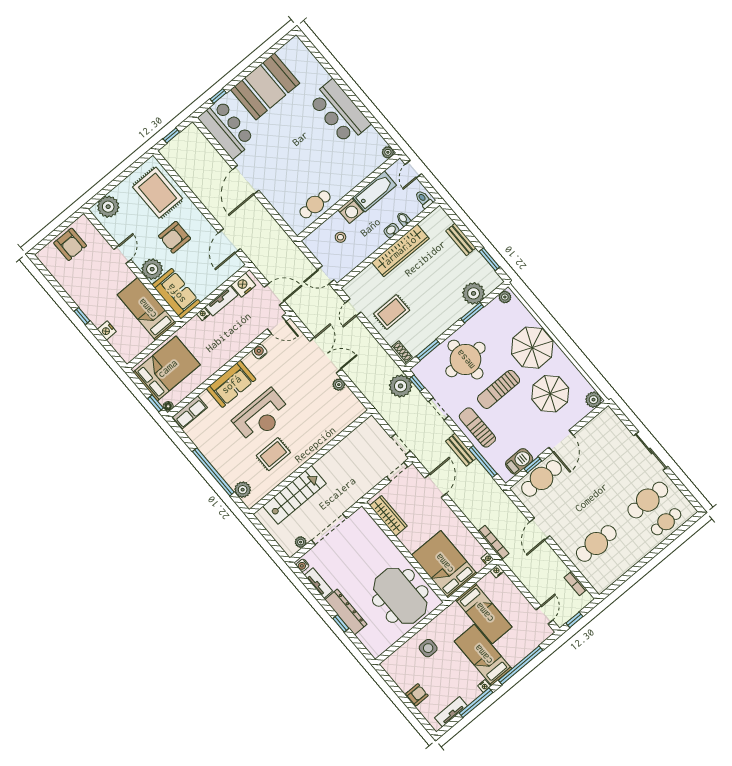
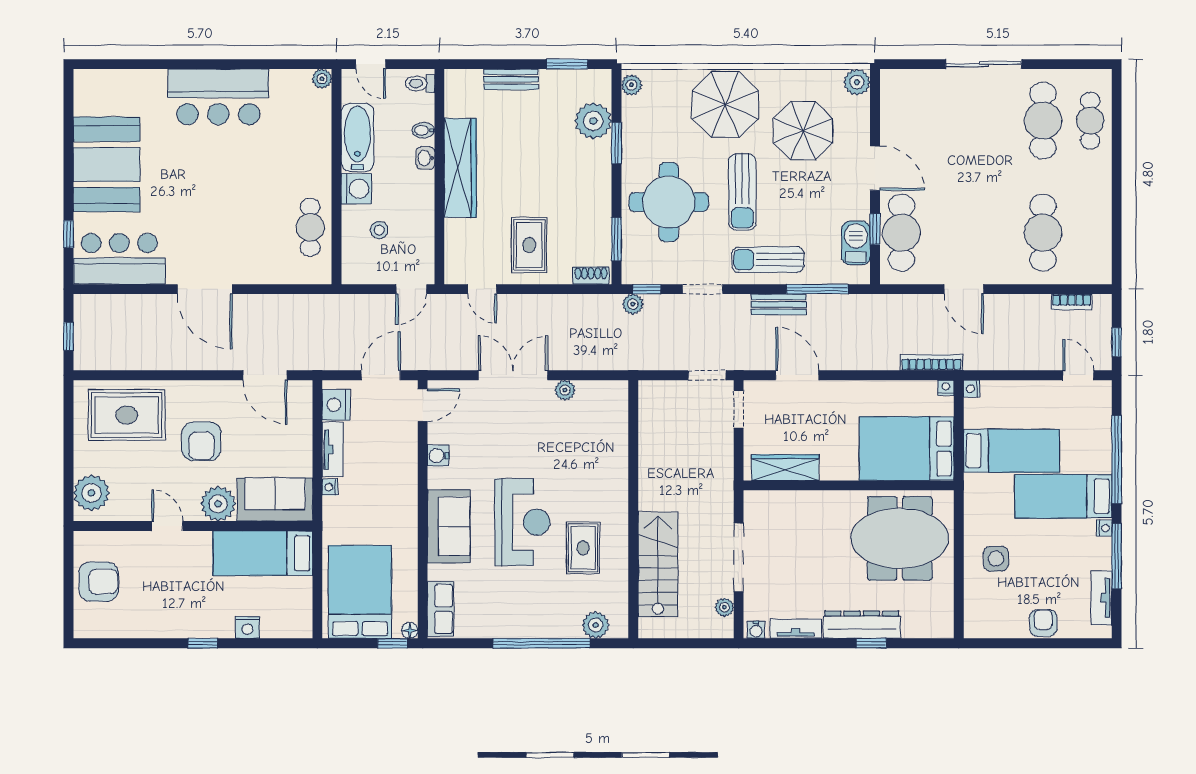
plant: (401, 386) -> (633, 304), width x0.53, depth x0.53

